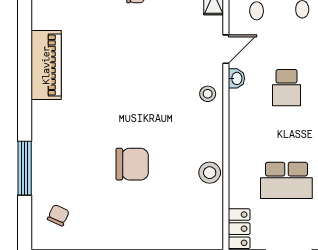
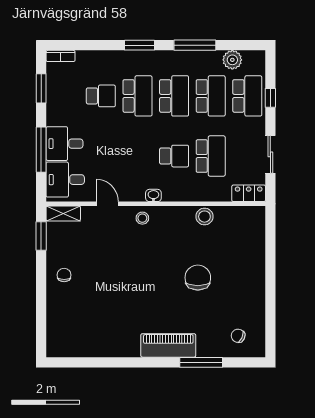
piano: (46, 65) -> (168, 345), moved
washbasin: (236, 78) -> (153, 195), moved
school desk: (286, 88) -> (174, 156), moved

